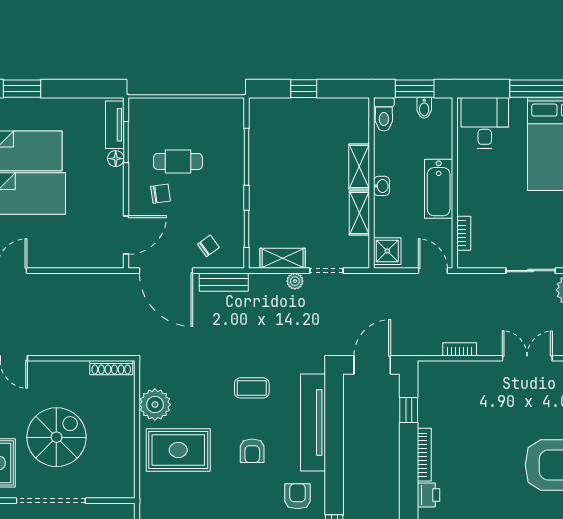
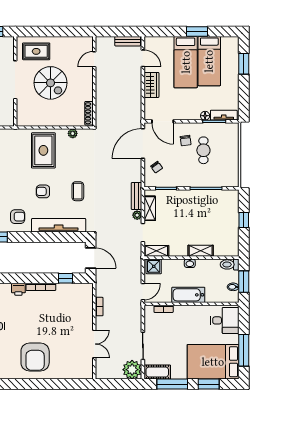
shelving: (359, 213) -> (156, 251), moved
wardrobe: (60, 255) -> (151, 85), added
bench: (224, 282) -> (136, 196), moved
plant: (155, 405) -> (73, 133), width x0.53, depth x0.53

